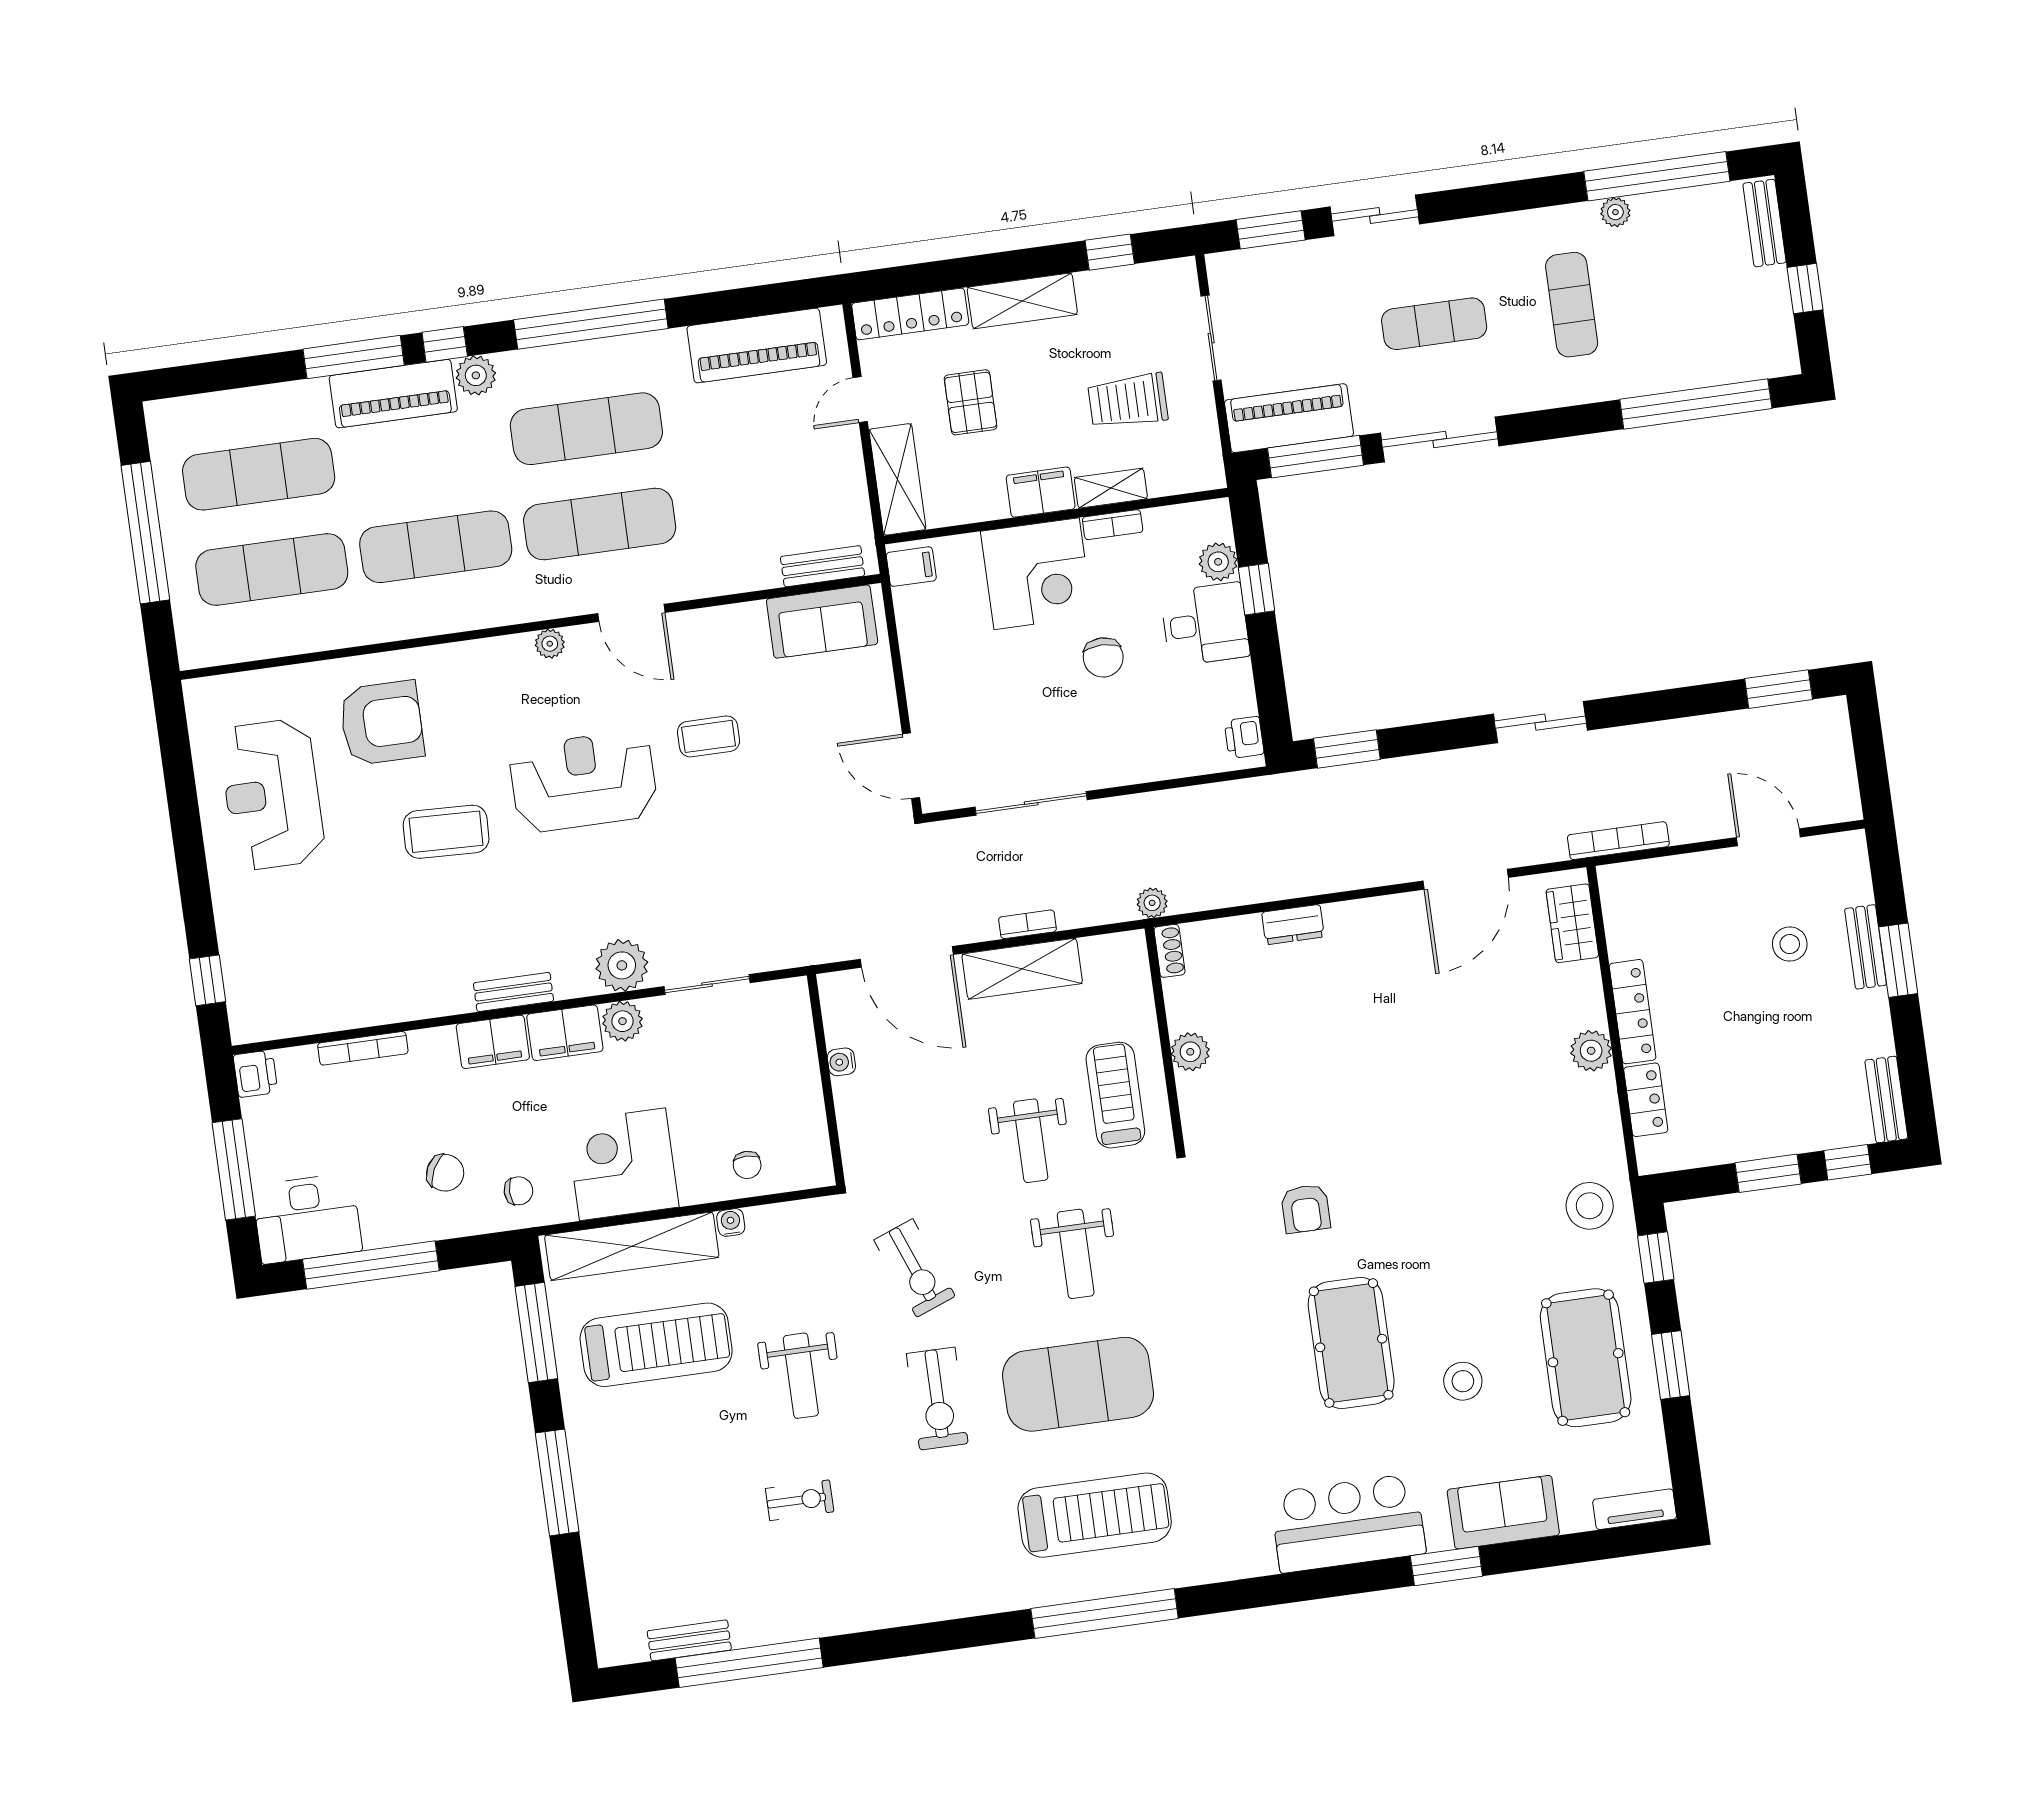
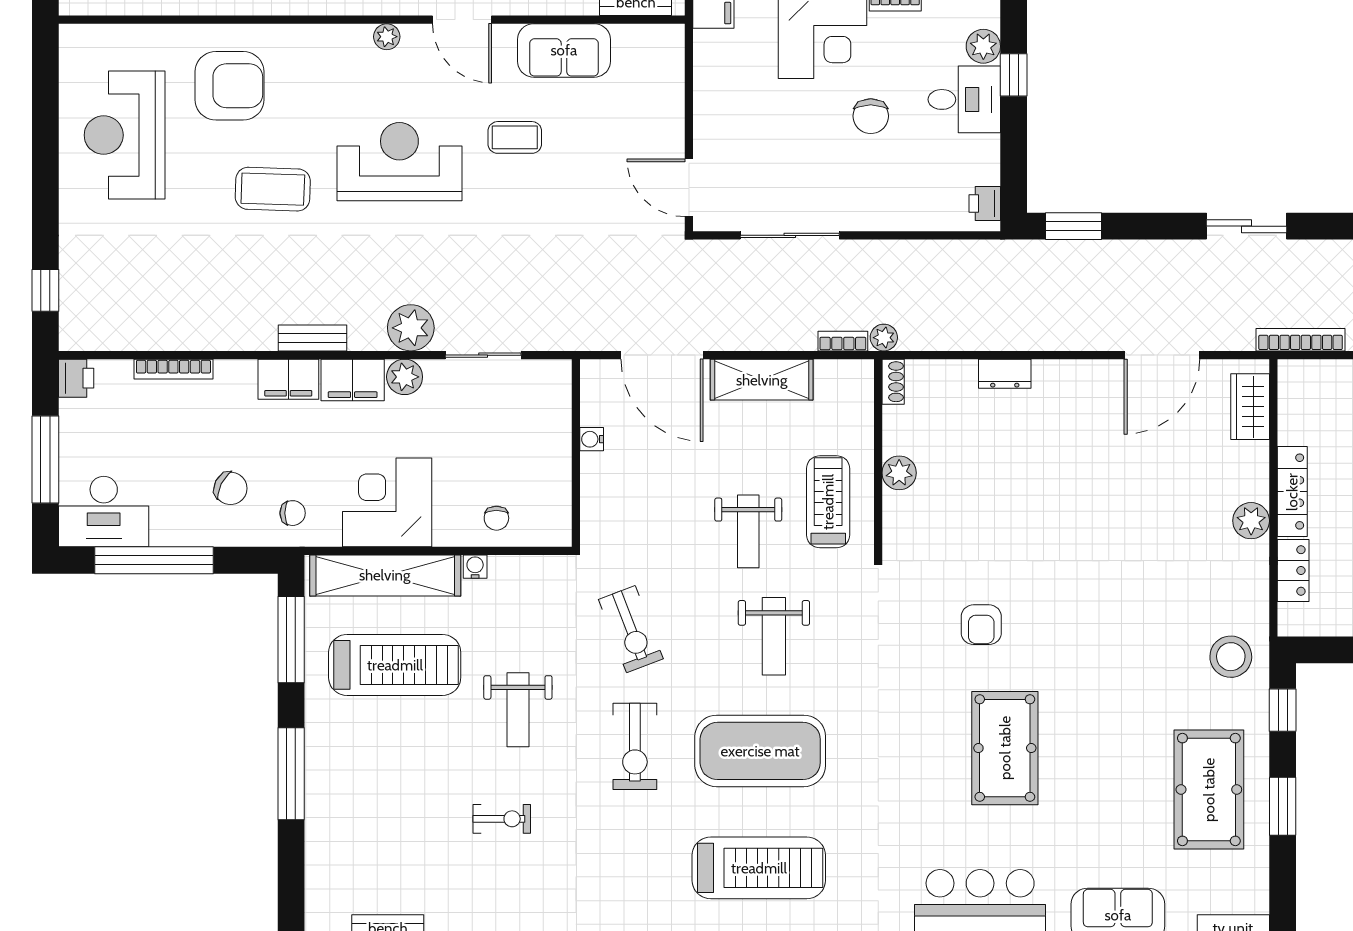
sofa: (822, 622) -> (564, 50), moved
bookcase: (1027, 924) -> (843, 341), moved
stool: (1463, 1381) -> (1098, 795), removed

